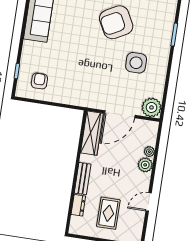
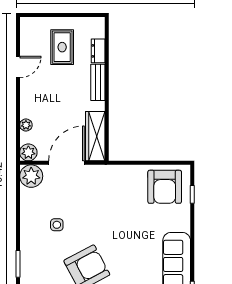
side table: (136, 63) -> (57, 225), width x0.54, depth x0.54
armchair: (39, 81) -> (165, 187), width x1.88, depth x1.88
plant: (145, 165) -> (28, 152), moved

